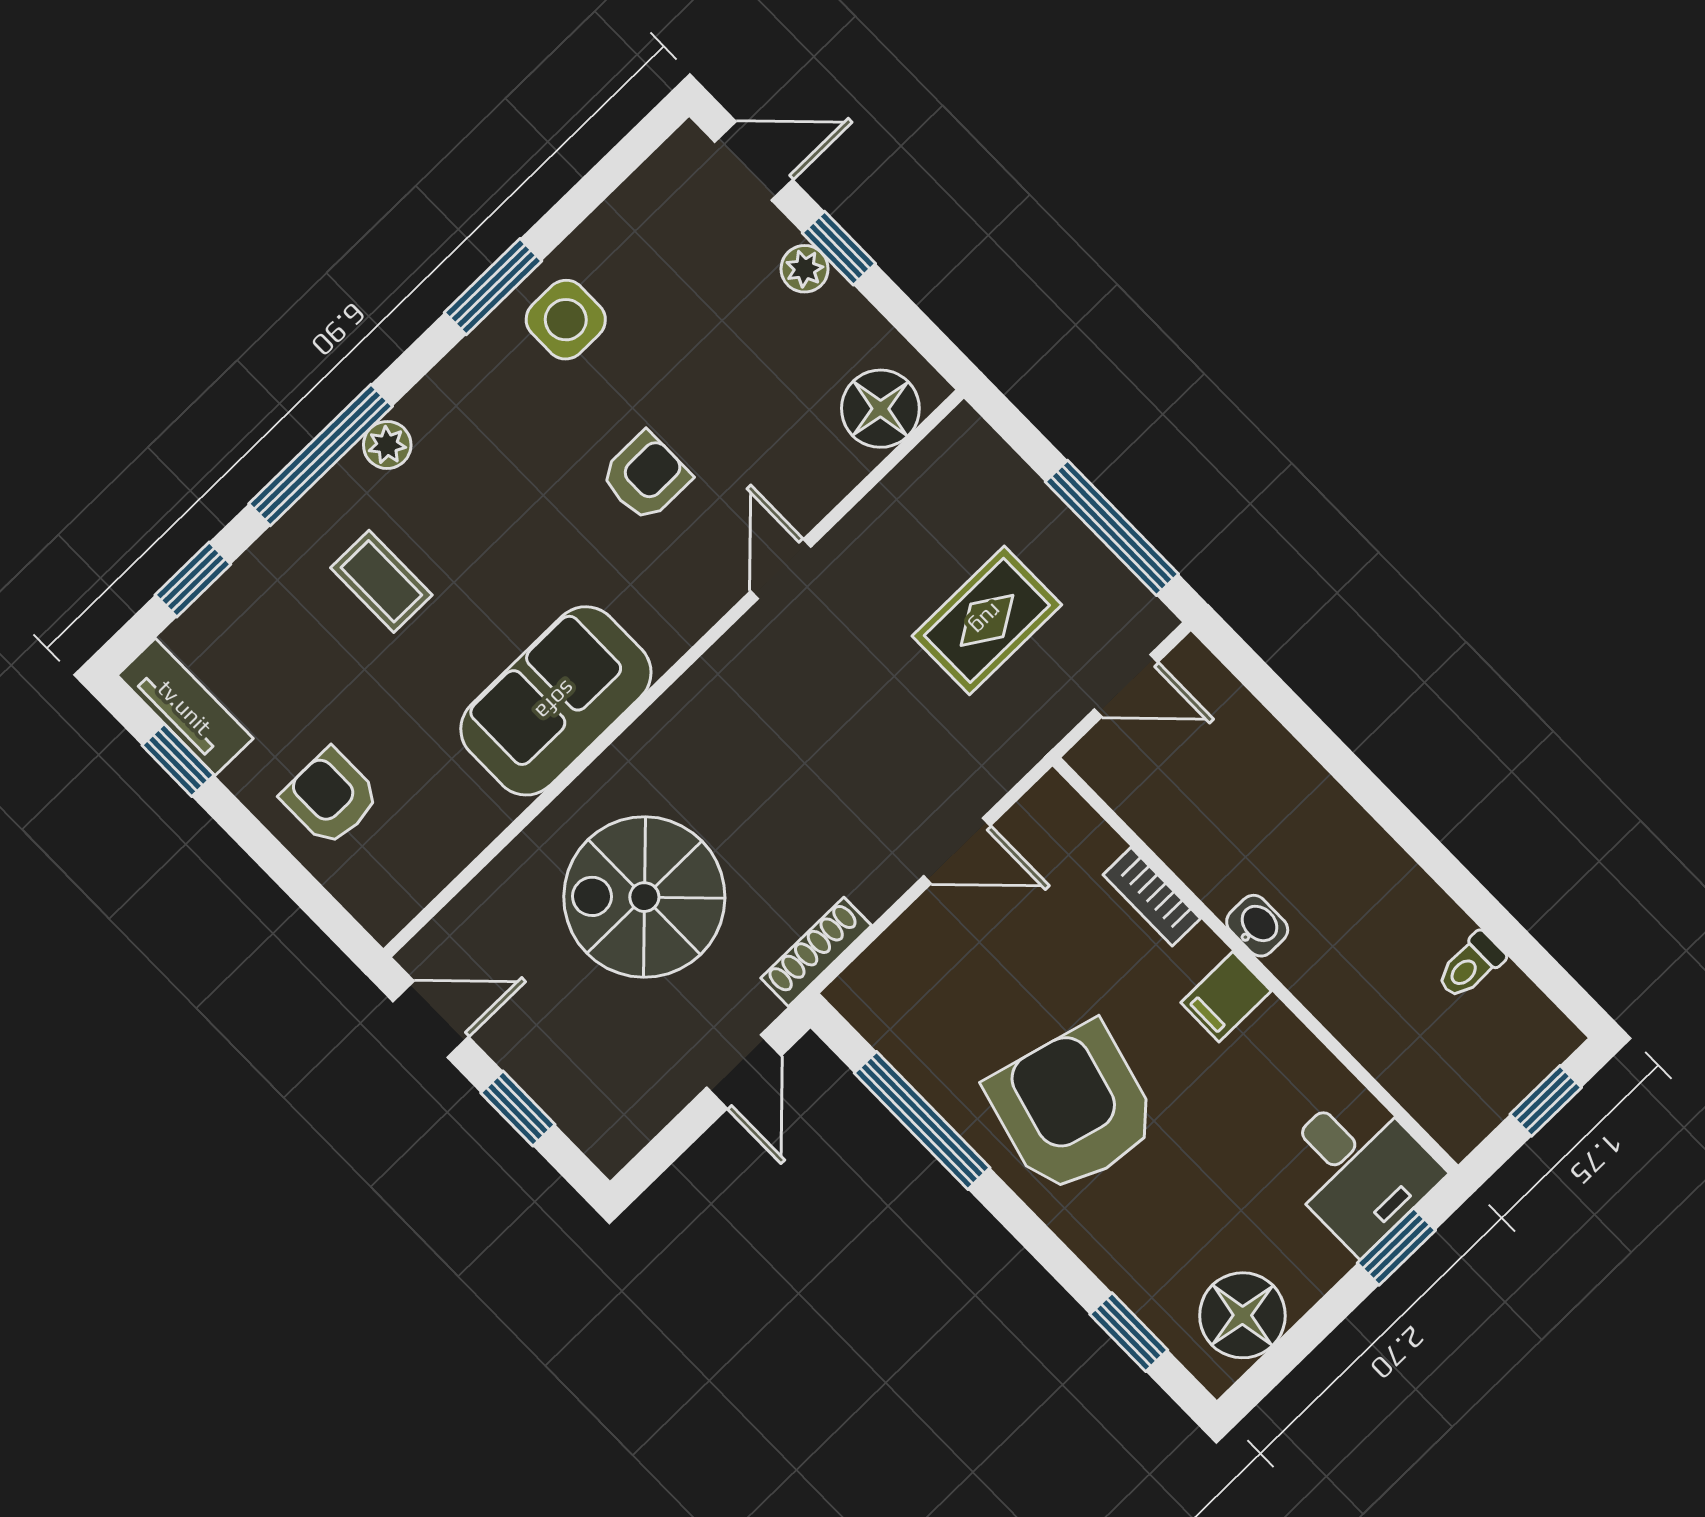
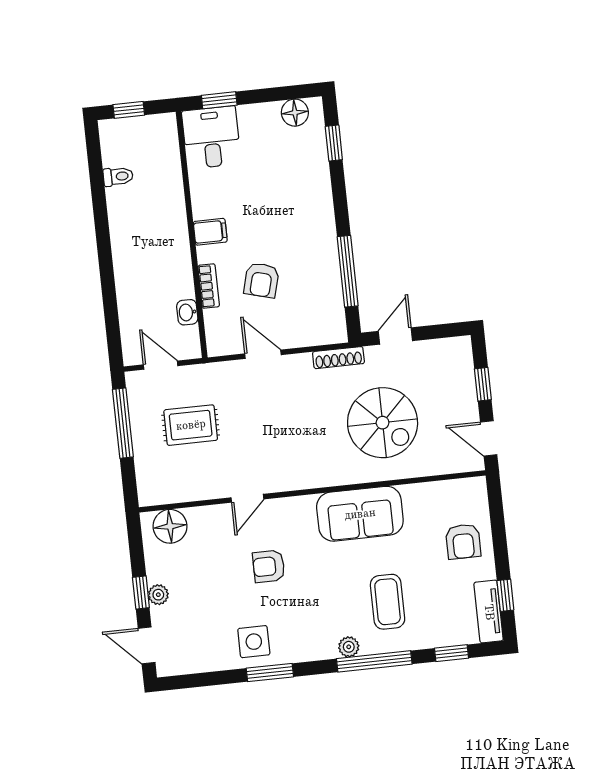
coffee table: (381, 581) -> (388, 602), width x1.36, depth x1.30
washbasin: (1257, 926) -> (187, 312), moved
armchair: (1073, 1109) -> (261, 280), moved, width x0.53, depth x0.53
floor lamp: (1242, 1315) -> (295, 113), width x0.73, depth x0.73

